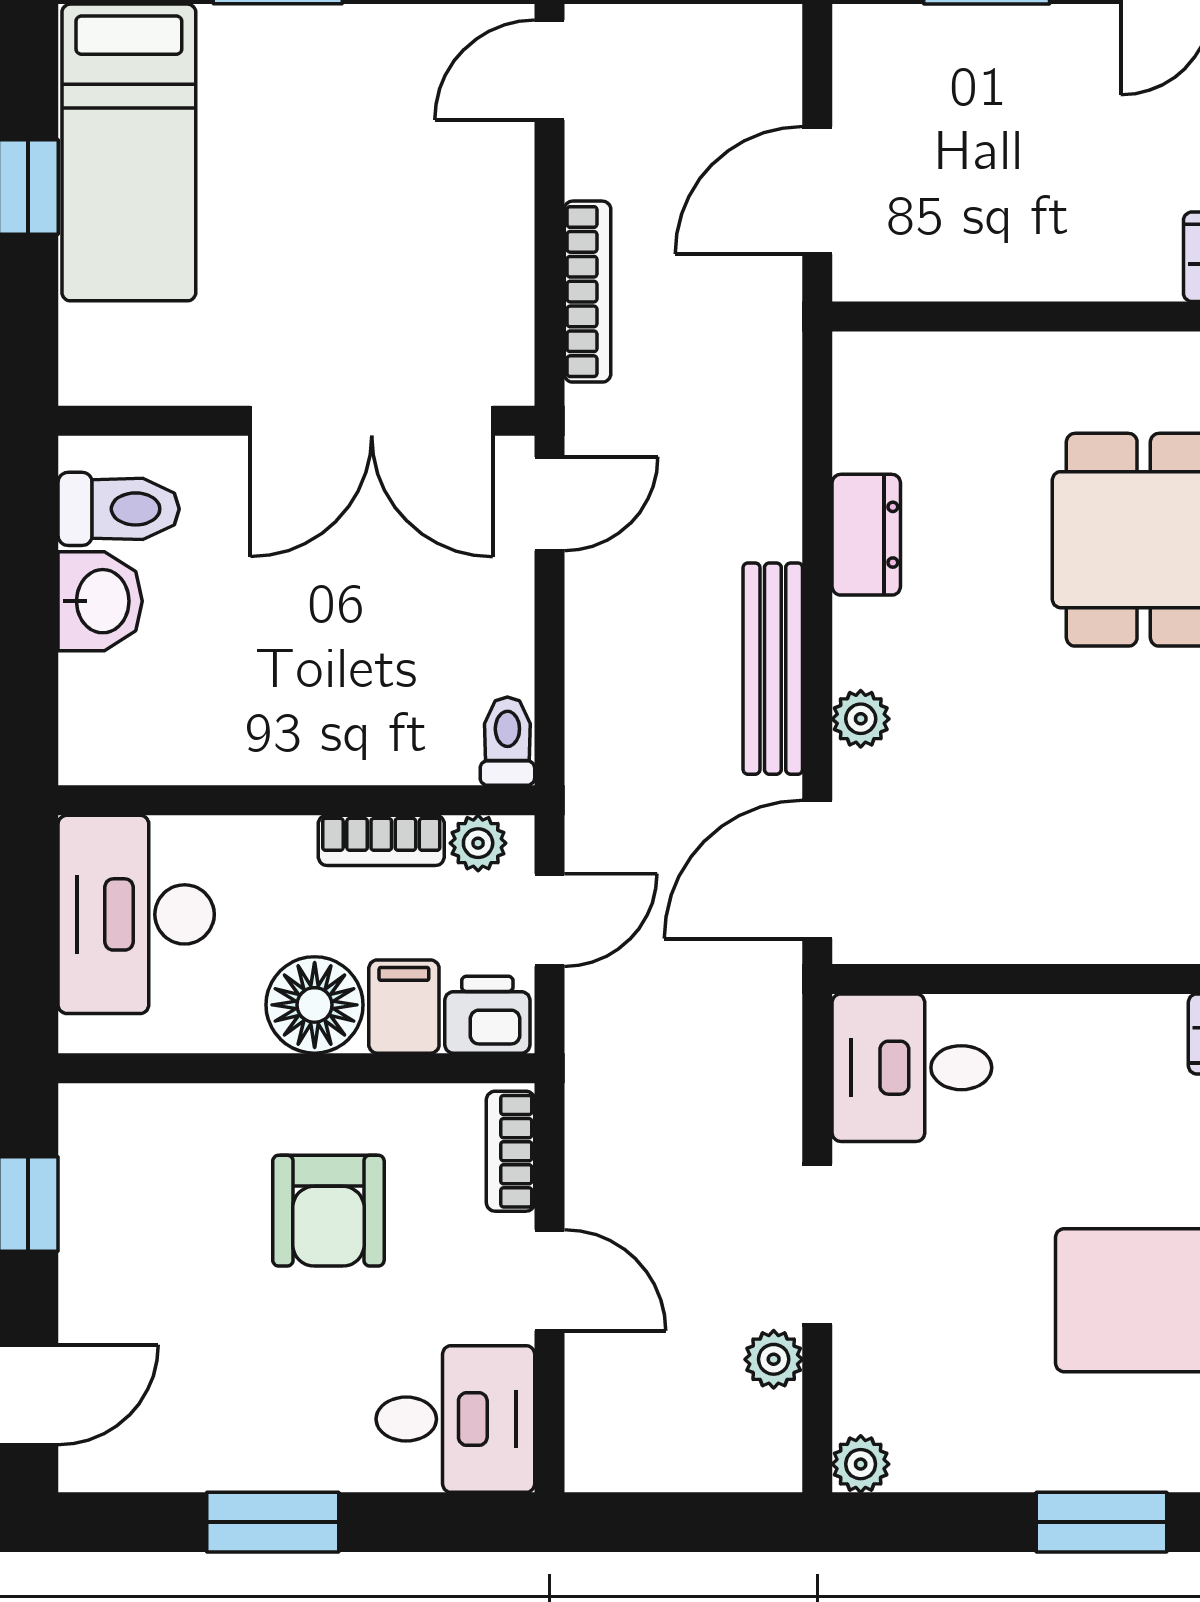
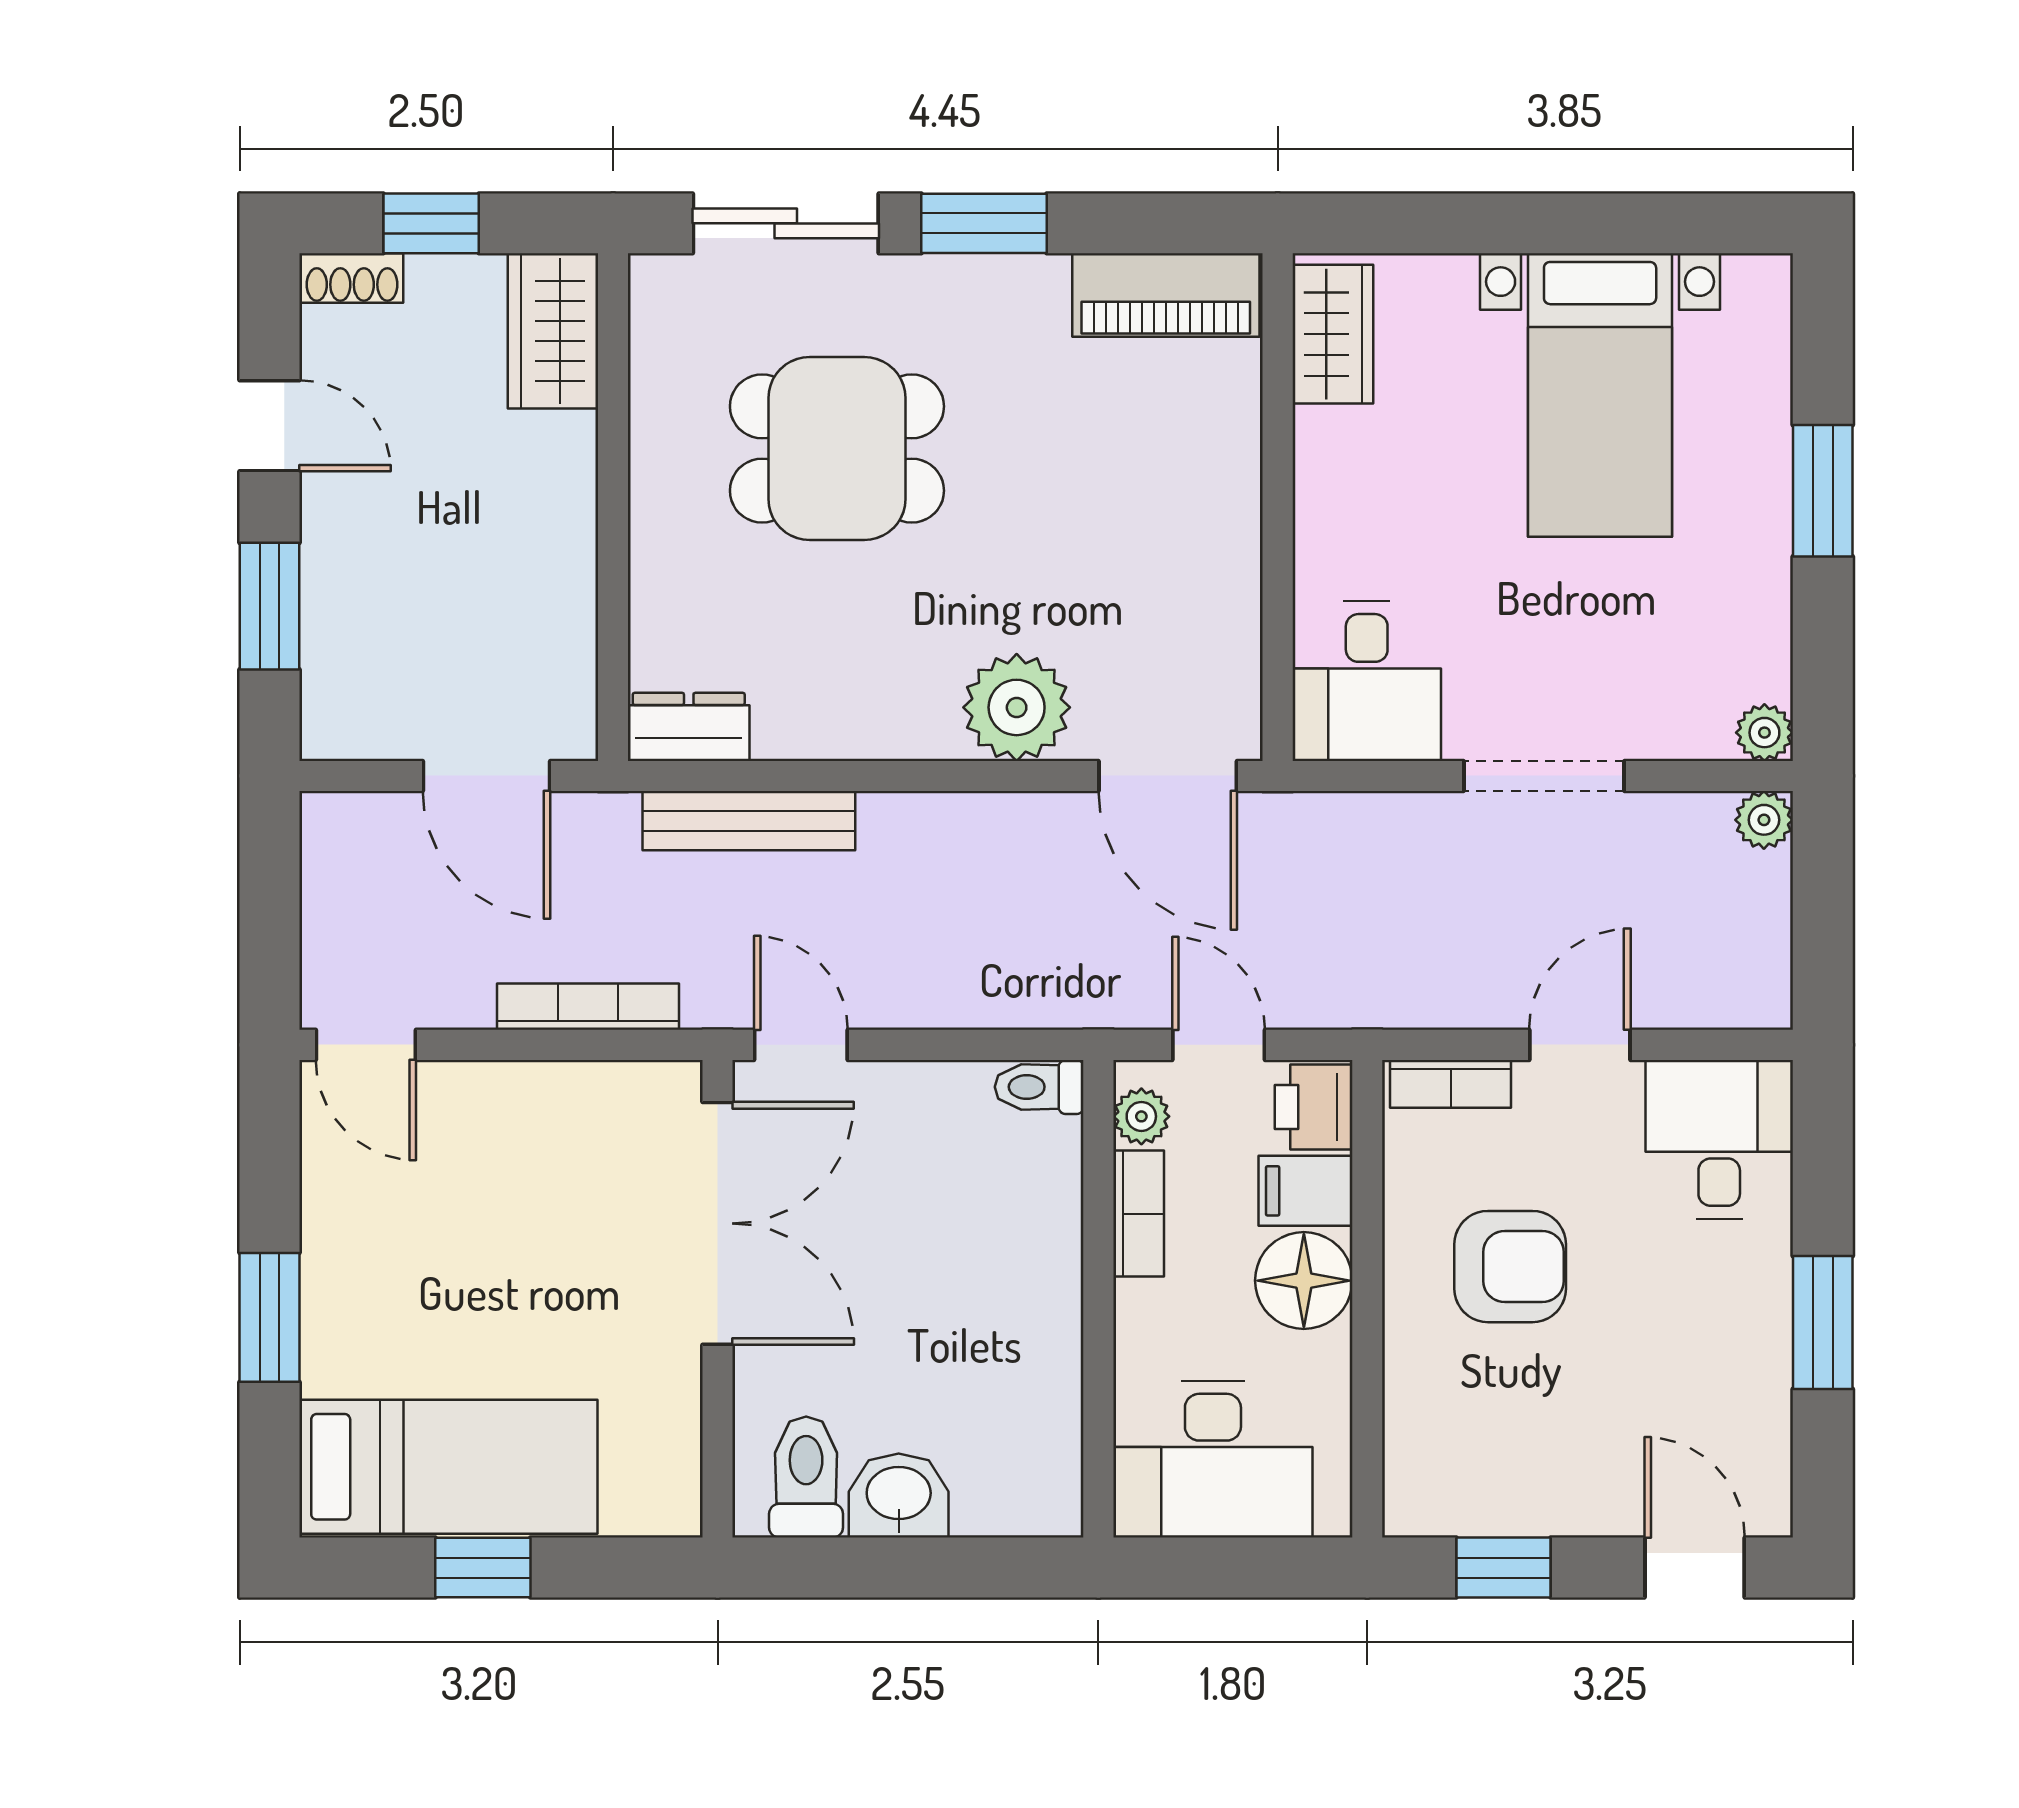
dresser: (866, 535) -> (689, 727), moved
bench: (773, 669) -> (749, 821), moved
plant: (861, 719) -> (1017, 707), width x1.88, depth x1.88
plant: (774, 1359) -> (1764, 820), moved

